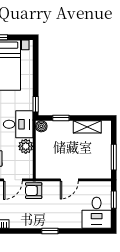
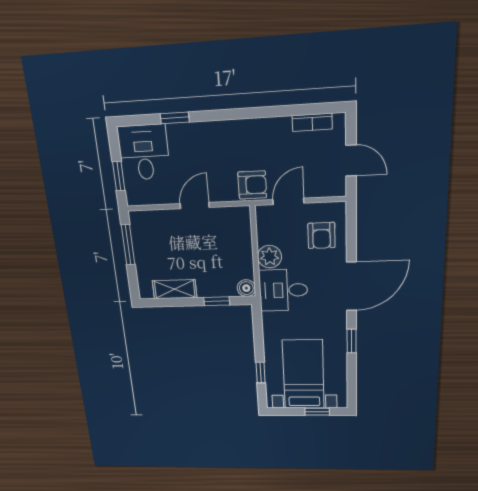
window: (36, 104) -> (261, 373), moved
window: (50, 231) -> (175, 118), moved

